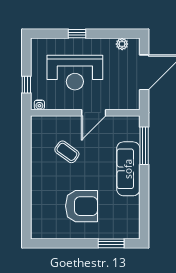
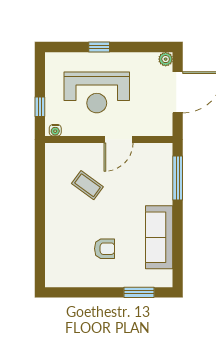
plant: (122, 44) -> (166, 59), moved
sofa: (128, 169) -> (159, 237), moved
armchair: (82, 206) -> (105, 249), width x0.53, depth x0.53

